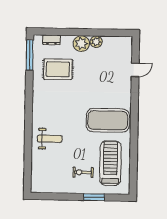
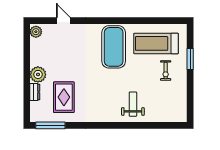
dresser: (52, 40) -> (35, 92), moved
plant: (96, 42) -> (36, 32), moved

